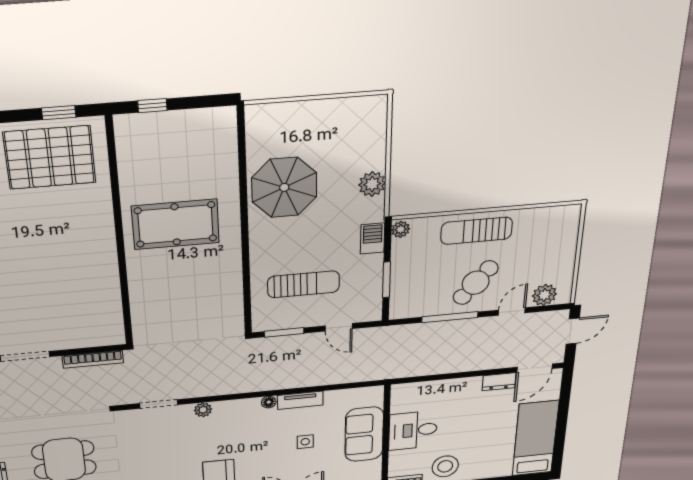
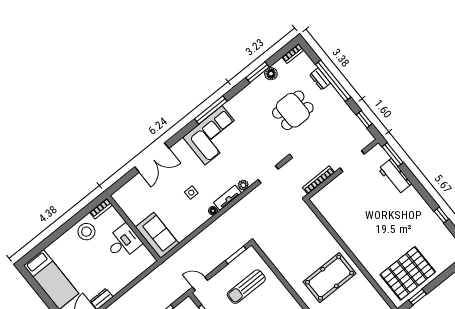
door: (339, 327) -> (200, 284), moved
tv unit: (300, 400) -> (228, 198), moved
sofa: (364, 434) -> (157, 235), moved
side table: (305, 442) -> (191, 193), moved

